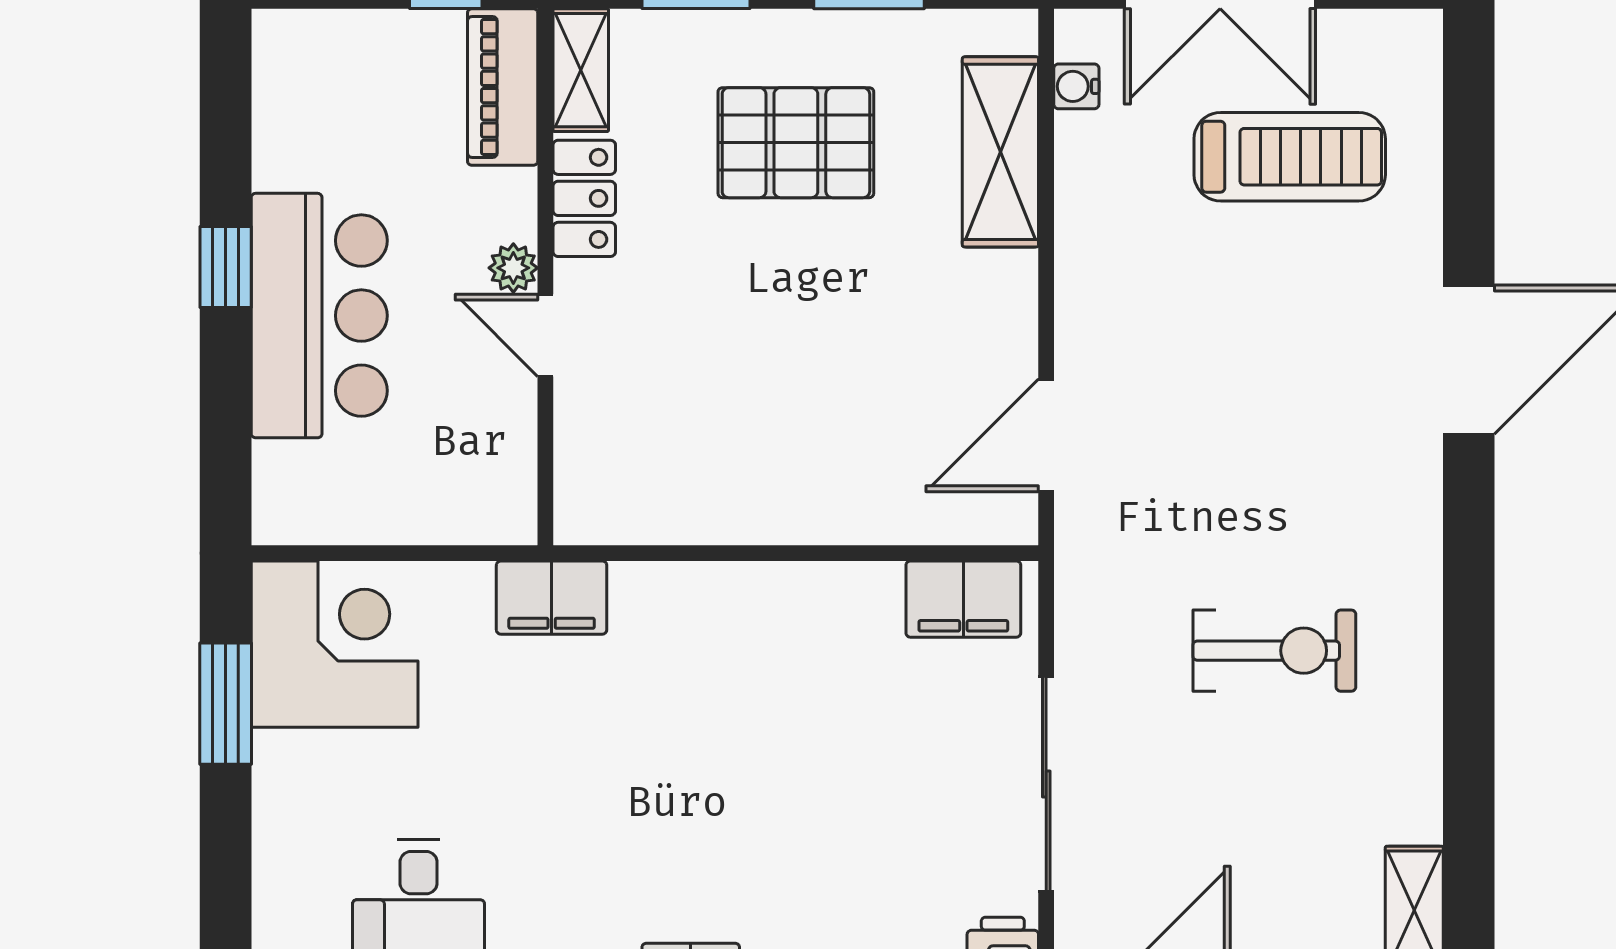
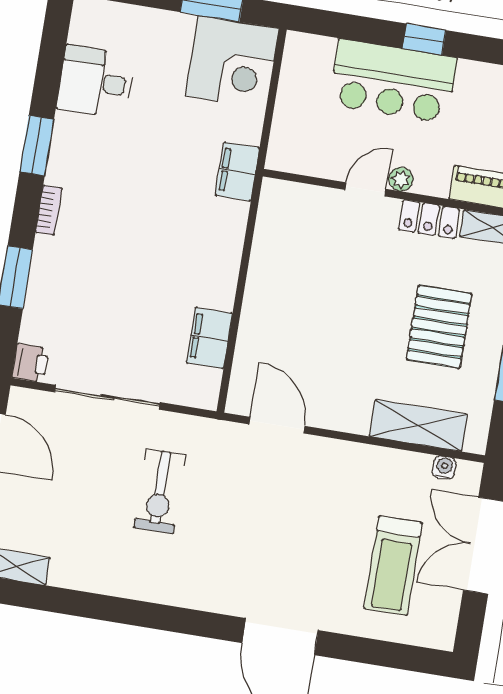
filing cabinet: (963, 599) -> (209, 338), moved
exercise bike: (1274, 651) -> (160, 491), moved

